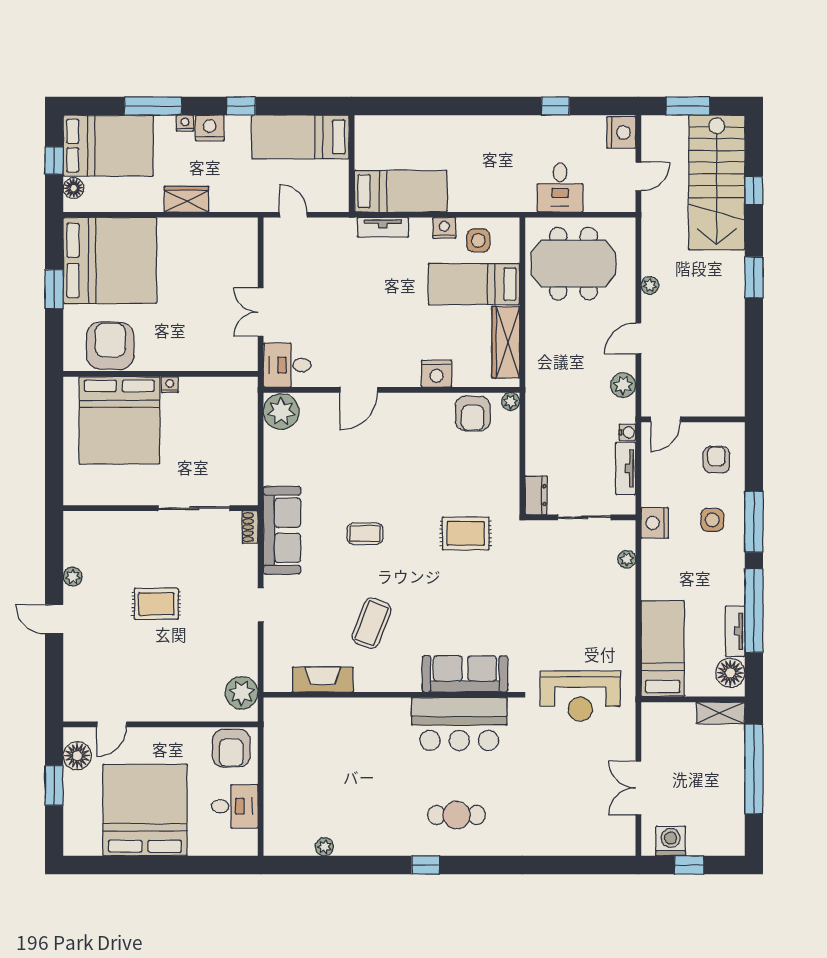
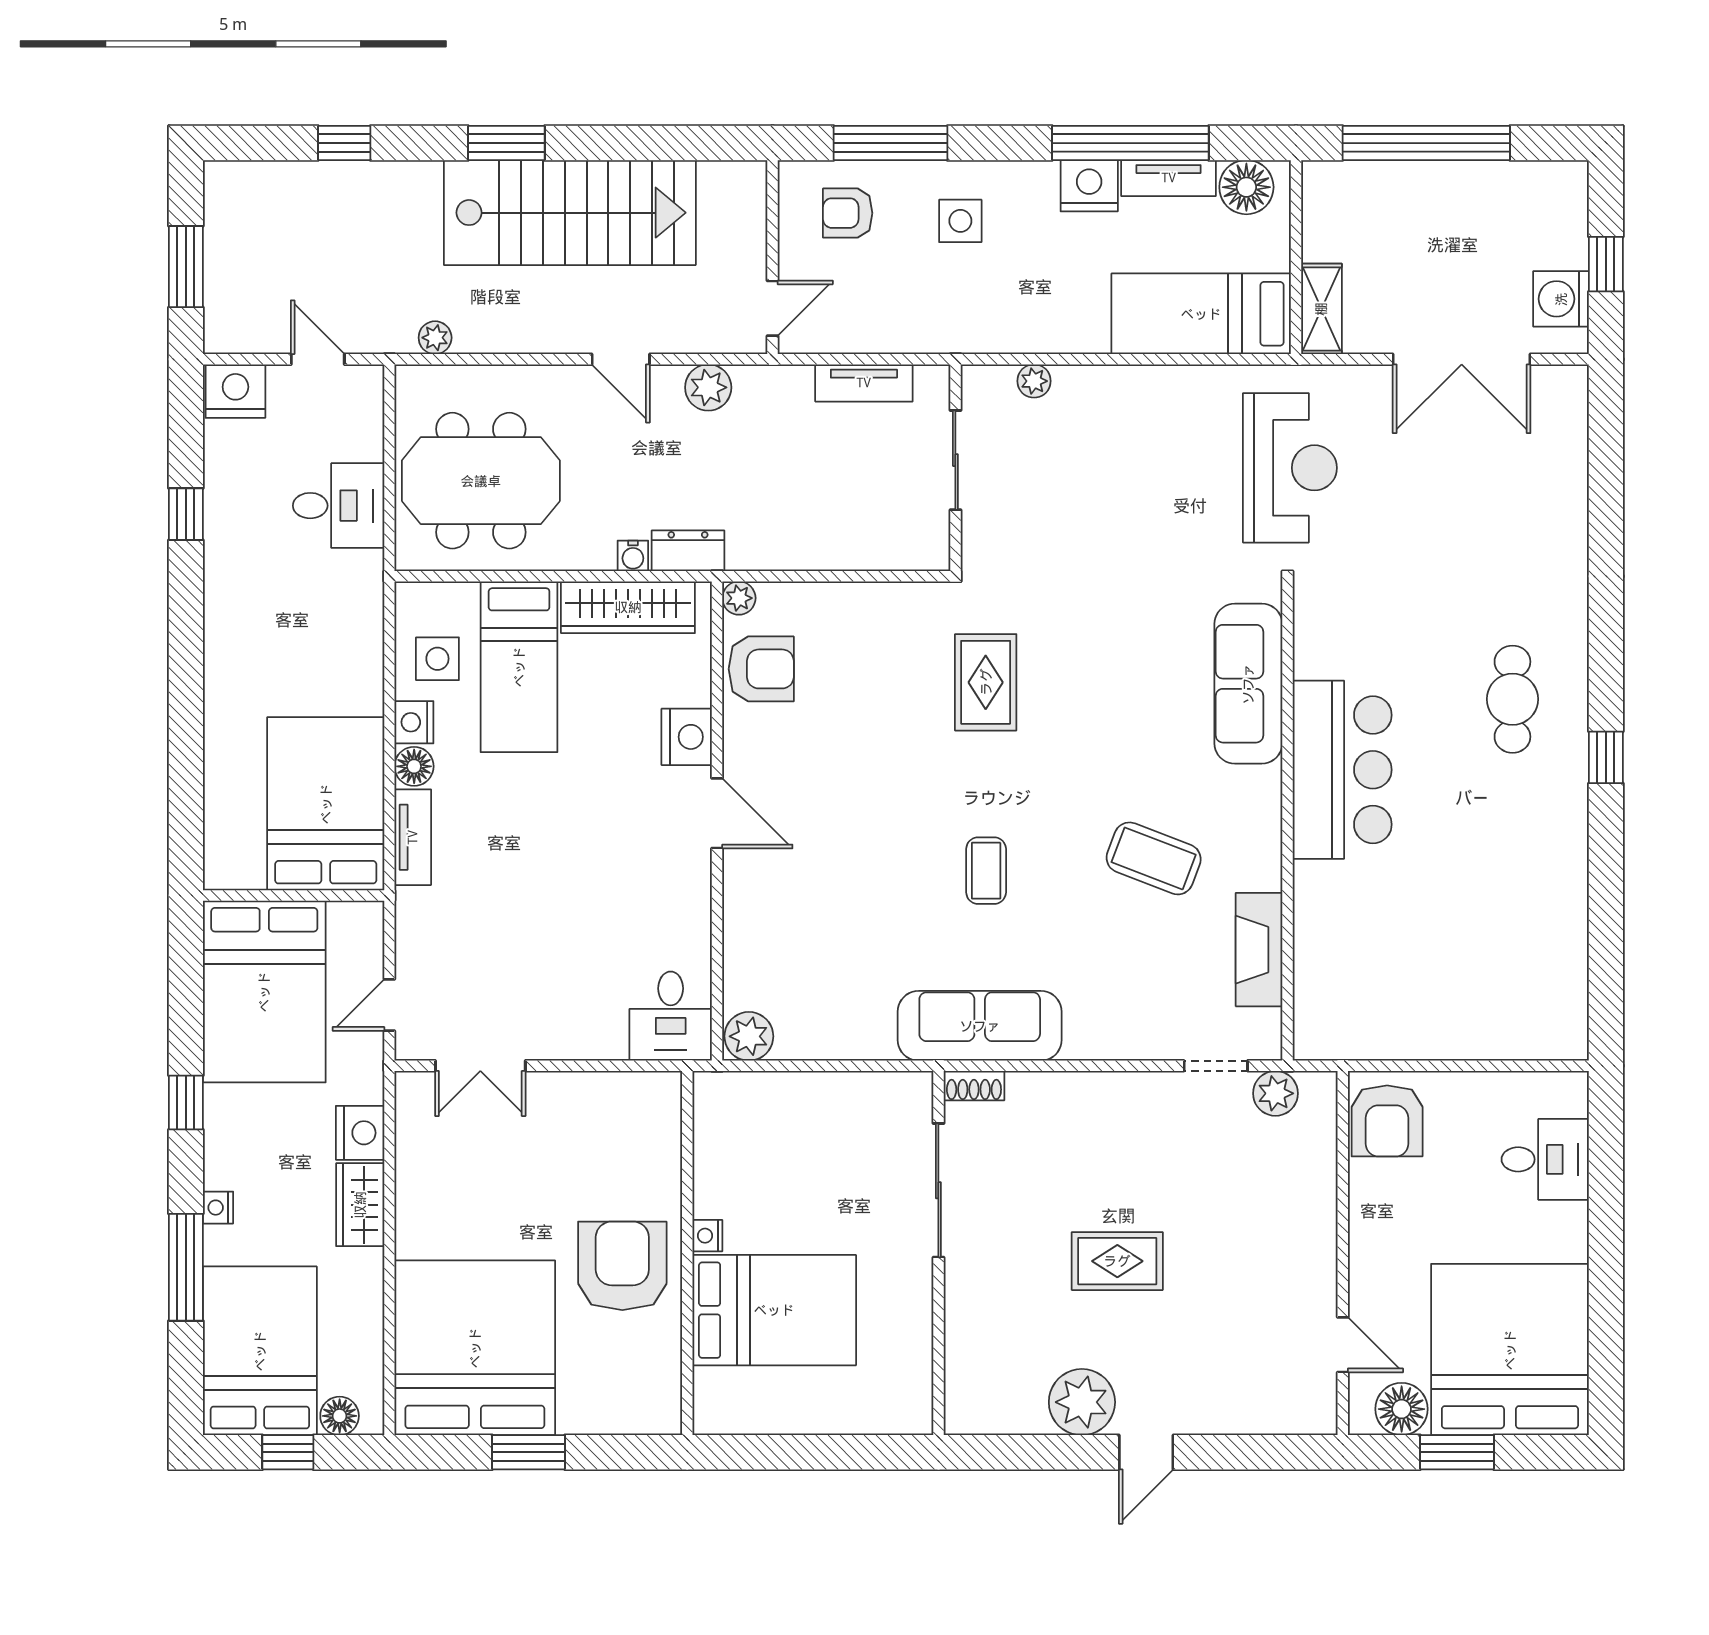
nightstand: (210, 128) -> (360, 1133), moved, turned 180
bed: (300, 137) -> (264, 992), width x1.50
stairs: (717, 182) -> (570, 213), moved
bed: (401, 191) -> (326, 804), width x1.50
floor lamp: (421, 228) -> (414, 766), added
meeting table: (573, 264) -> (481, 481), turned 90
plant: (650, 285) -> (435, 338), moved
double door: (261, 312) -> (480, 1066), moved
armchair: (110, 346) -> (622, 1266), moved, turned 90
door: (359, 390) -> (717, 813), moved
plant: (281, 412) -> (749, 1036), width x0.73, depth x0.73
door: (666, 419) -> (772, 308), hinge flipped
bed: (119, 420) -> (774, 1310), width x0.73
water cooler: (627, 432) -> (633, 556), moved, turned 180
dresser: (536, 495) -> (688, 551), moved
window: (754, 522) -> (890, 143), moved
nightstand: (655, 523) -> (1089, 186), moved, turned 180
plant: (73, 577) -> (1082, 1402), width x1.87, depth x1.87
rug: (156, 604) -> (1117, 1261), turned 90
doorway: (261, 605) -> (1216, 1066), moved
plant: (242, 693) -> (1275, 1093), width x0.73, depth x0.73
shelving: (721, 713) -> (1321, 309), moved
bar counter: (459, 724) -> (1342, 770), moved
armchair: (231, 748) -> (1387, 1121), turned 90
double door: (638, 788) -> (1462, 359), width x1.37
desk: (235, 806) -> (1545, 1159), moved, turned 90
bed: (145, 810) -> (1510, 1350), moved, turned 90
plant: (324, 847) -> (1572, 947), removed

